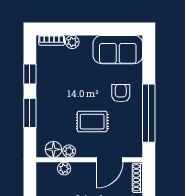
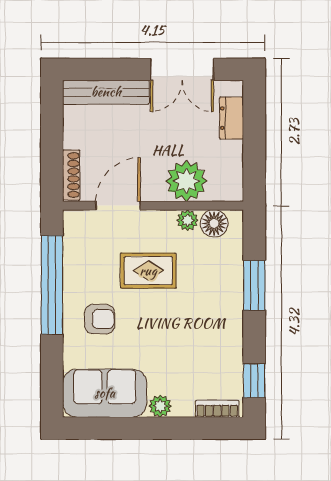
plant: (72, 42) -> (160, 406), moved
window: (30, 74) -> (254, 381), moved
armchair: (121, 93) -> (100, 319), turned -90
plant: (64, 169) -> (186, 181), width x1.87, depth x1.87

